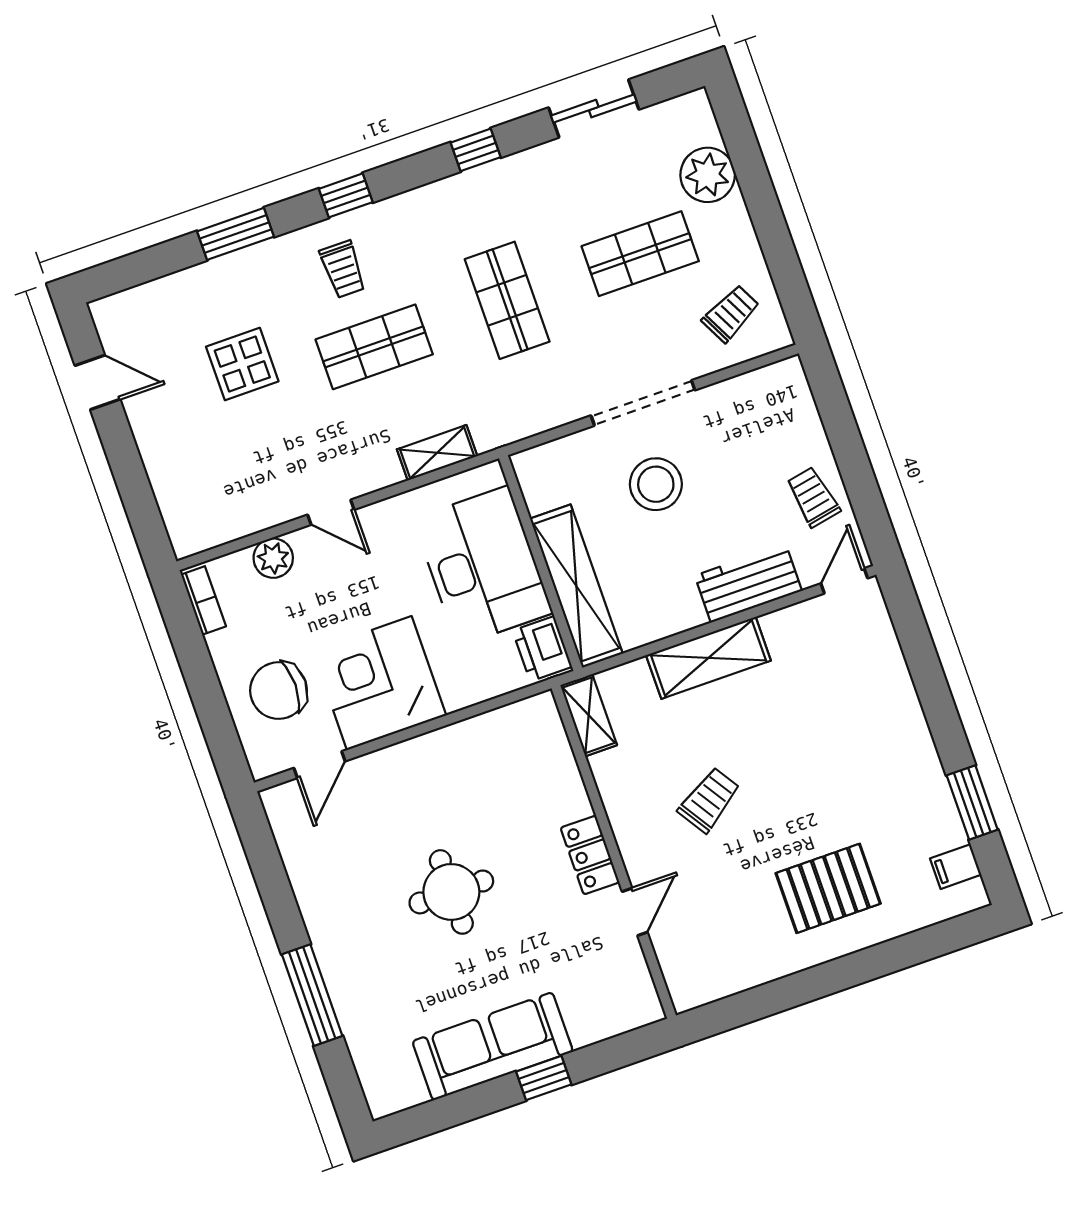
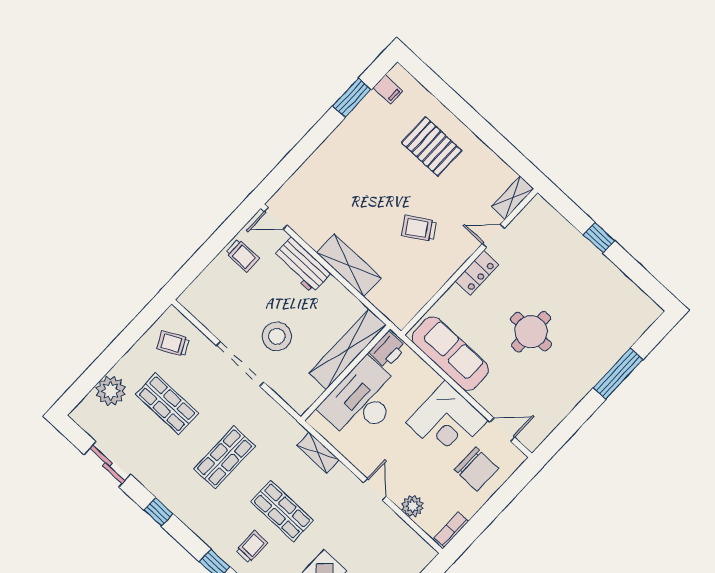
trolley: (813, 497) -> (242, 255), turned -79
shelving: (589, 715) -> (513, 198), moved
sofa: (493, 1046) -> (450, 354), moved, turned 180

